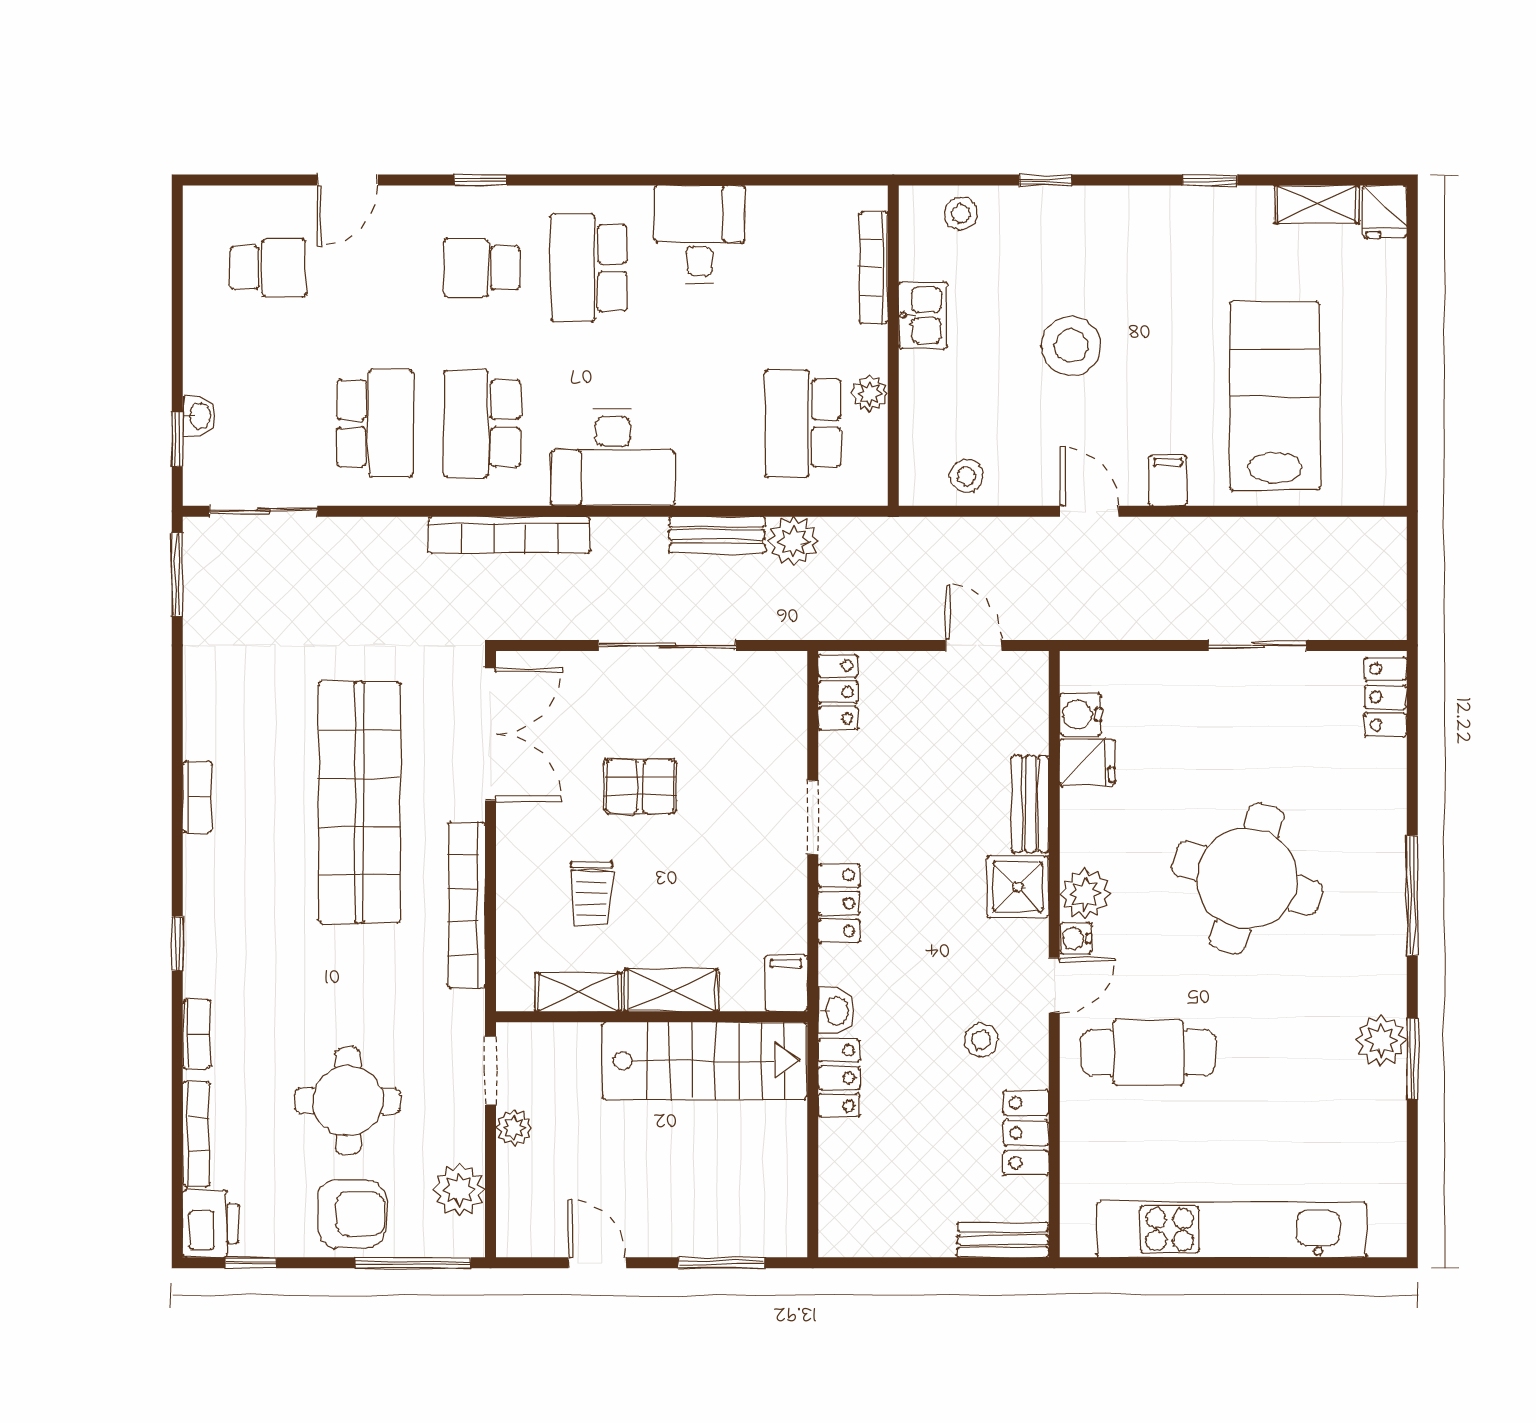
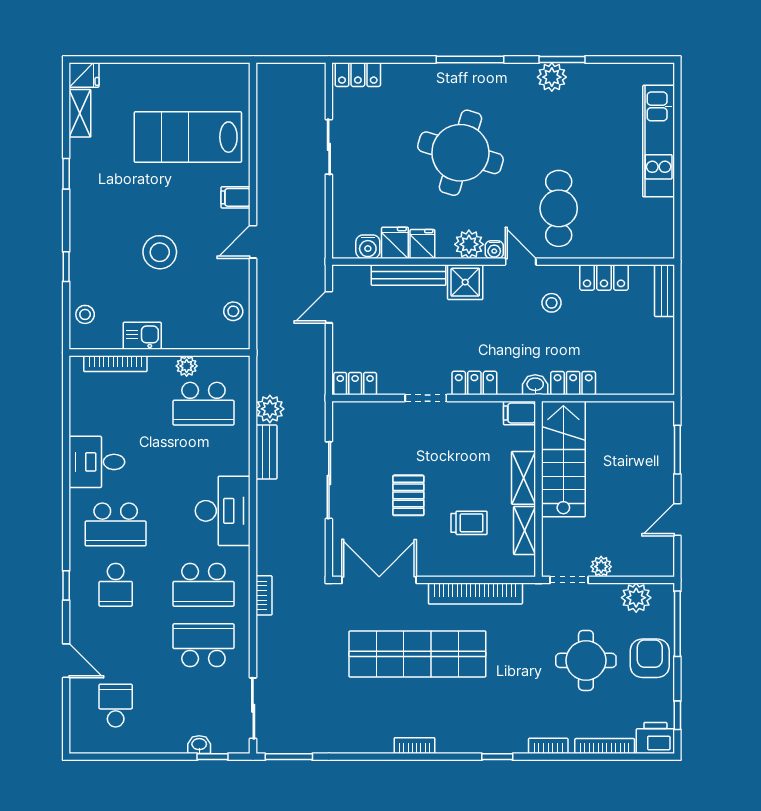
bookcase: (509, 535) -> (264, 595), width x0.43, depth x0.76
bench: (1030, 804) -> (409, 275), width x1.36
fridge: (1085, 811) -> (422, 244), added
kitchen unit: (1232, 1230) -> (659, 141), width x0.73

